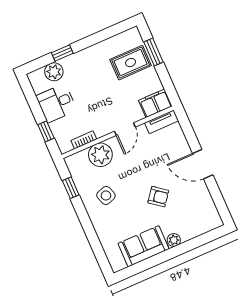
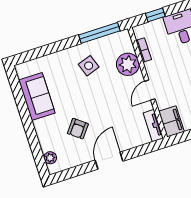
door: (125, 129) -> (150, 90), hinge flipped
window: (71, 188) -> (99, 33), width x2.17
armchair: (158, 197) -> (78, 129), moved
plant: (174, 240) -> (50, 158), moved

